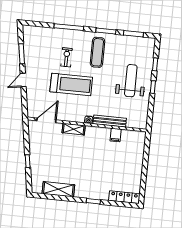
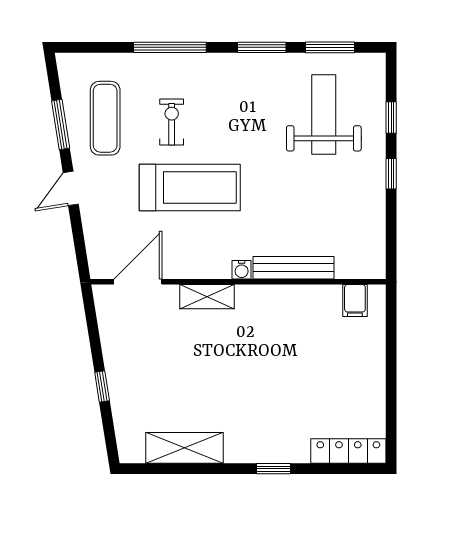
exercise mat: (97, 52) -> (105, 118), moved
weight bench: (131, 81) -> (324, 114), moved
filing cabinet: (116, 135) -> (355, 301), moved

